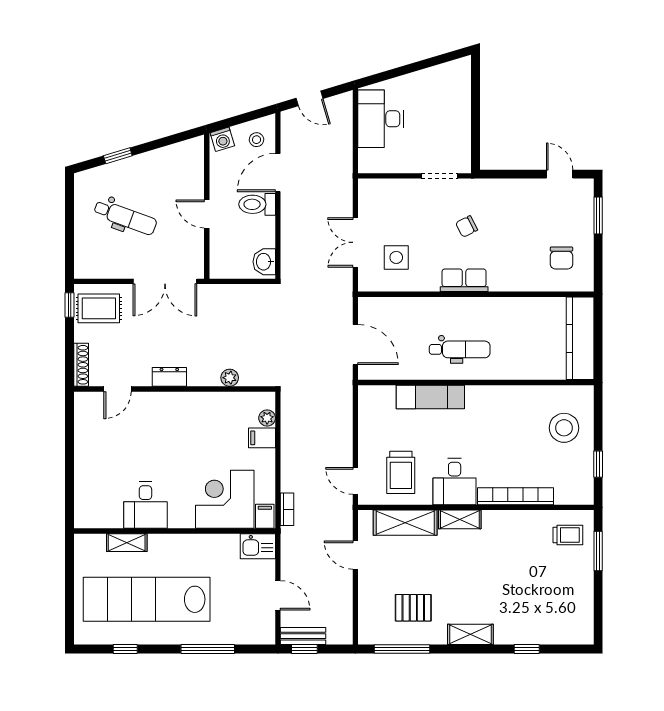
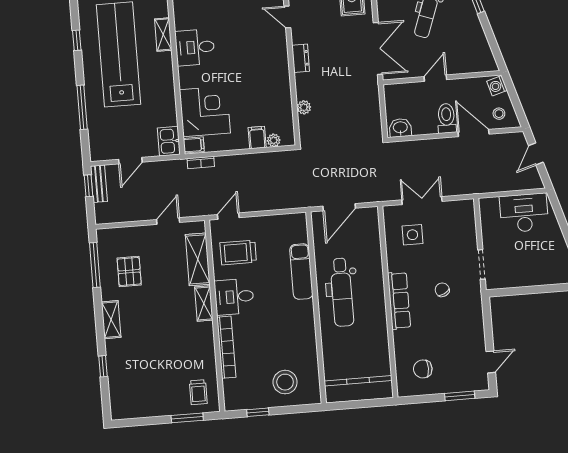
row of seats: (464, 280) -> (399, 301), width x1.48
double door: (165, 281) -> (378, 48), swing flipped
dental chair: (460, 349) -> (342, 292), width x1.36, depth x1.38

